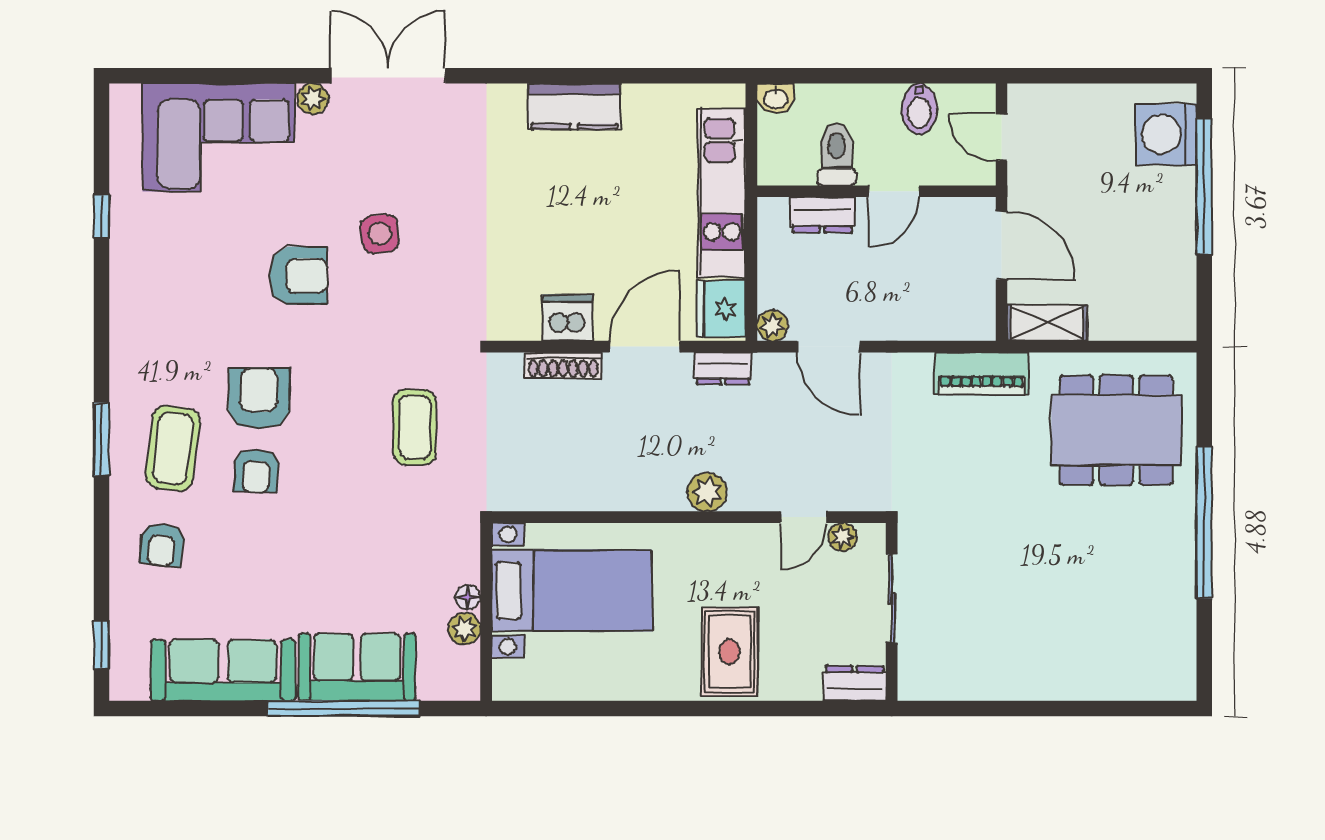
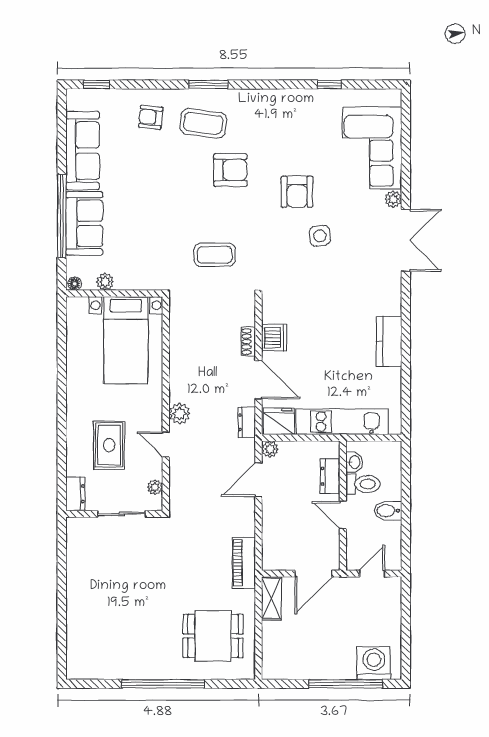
washbasin: (776, 98) -> (354, 462), moved, turned 180
bidet: (919, 109) -> (388, 511), moved
shoe rack: (563, 365) -> (248, 342), width x0.70
dining table: (1116, 430) -> (213, 636), width x0.73
armchair: (256, 471) -> (191, 169), removed
door: (804, 517) -> (166, 444), moved
floor lamp: (468, 597) -> (75, 284), moved
rug: (730, 652) -> (109, 445), moved, turned 90

